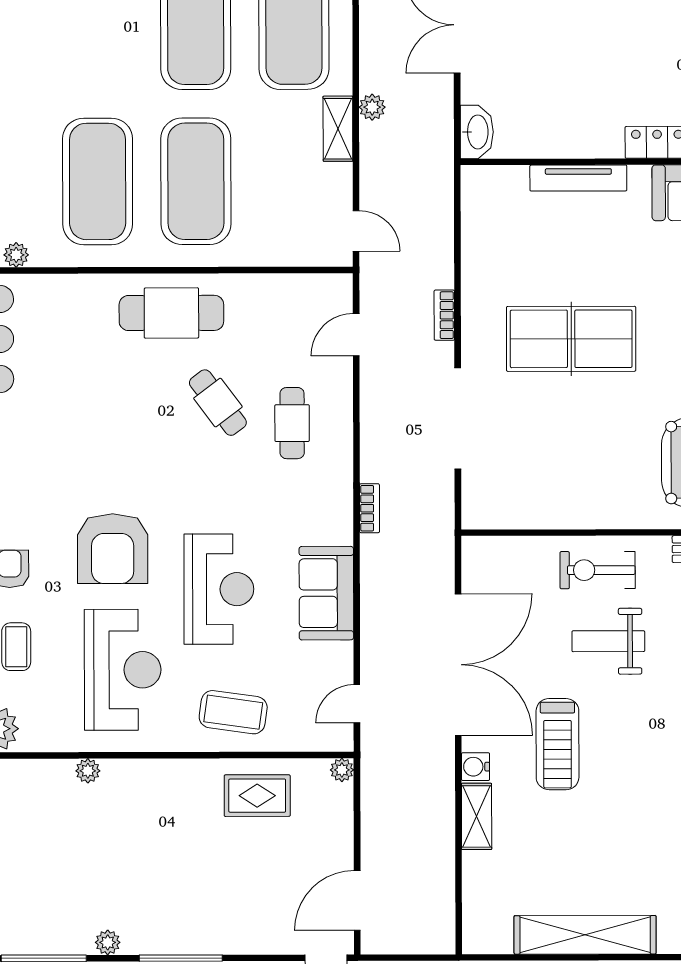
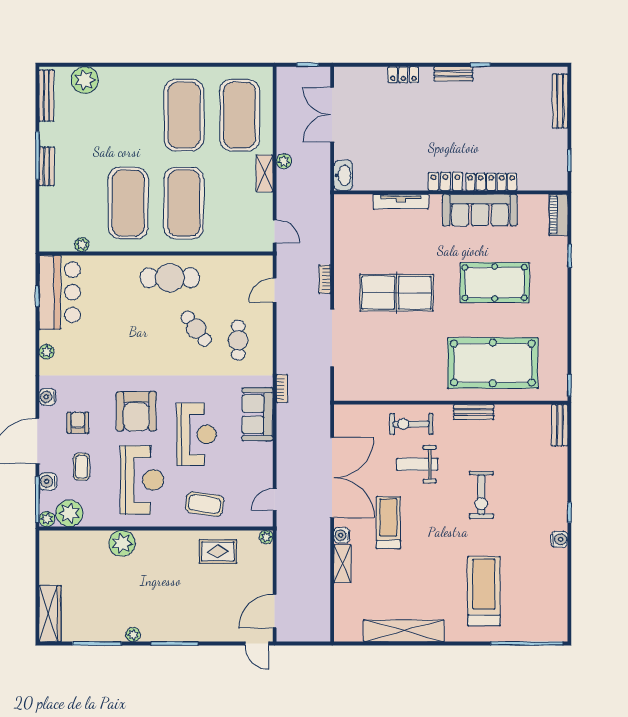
sofa: (326, 593) -> (257, 414), moved
treadmill: (557, 744) -> (388, 523), turned 180
plant: (88, 771) -> (122, 543), width x1.88, depth x1.88

